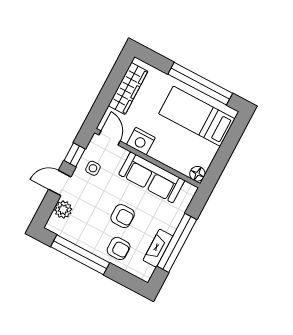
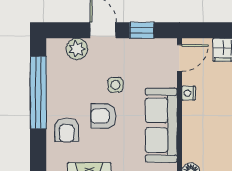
nightstand: (141, 141) -> (189, 93), width x0.53, depth x0.56
side table: (93, 168) -> (115, 85), moved
armchair: (123, 216) -> (103, 116), turned 90

